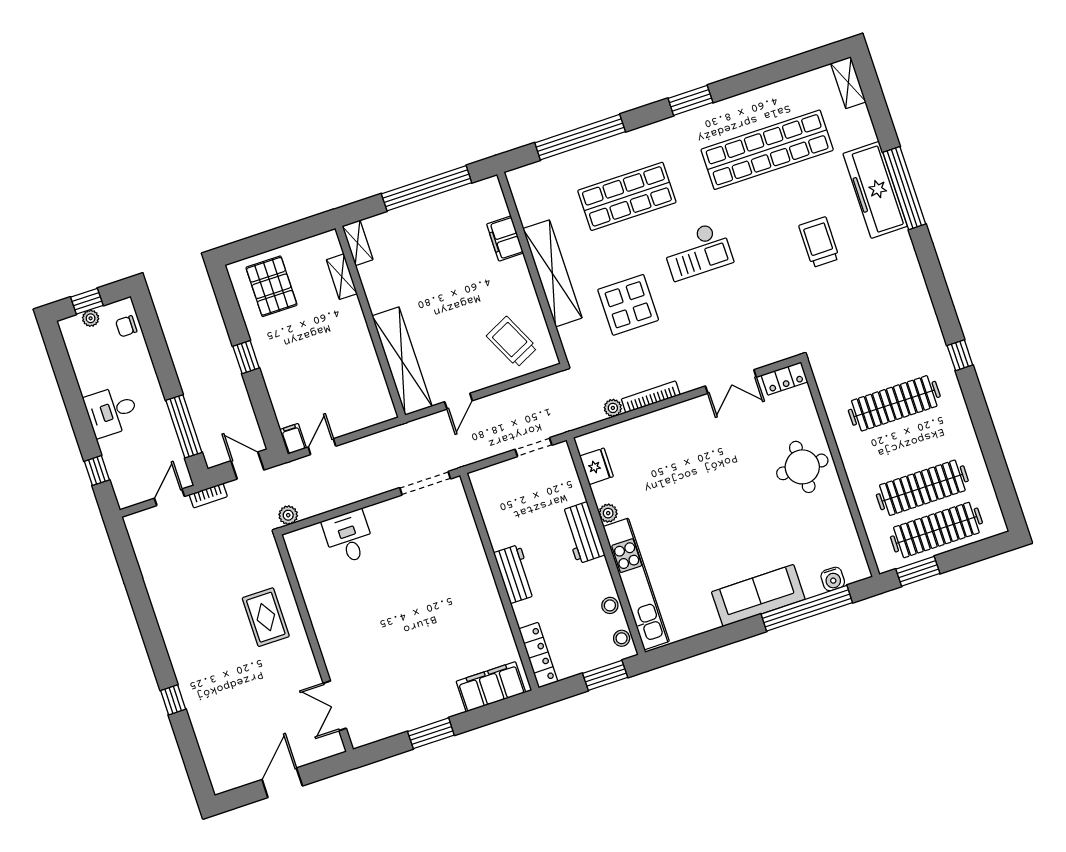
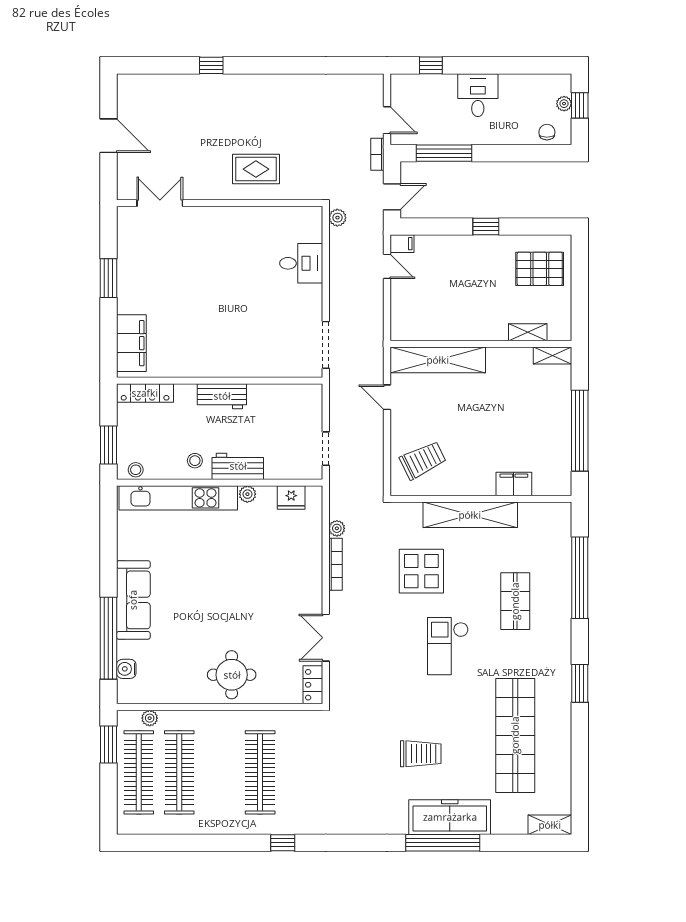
shop shelf: (627, 196) -> (515, 601), width x0.70, depth x0.74
plant: (876, 537) -> (150, 718), added
stool: (610, 605) -> (195, 461), moved

